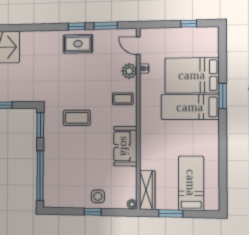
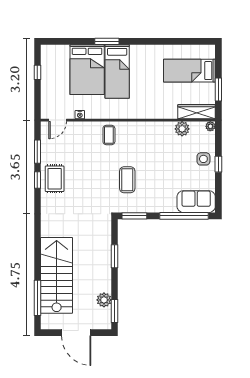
plant: (129, 71) -> (182, 129), moved
sofa: (125, 146) -> (196, 202), moved, turned 180

